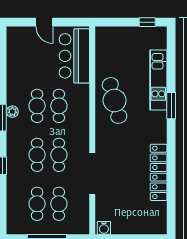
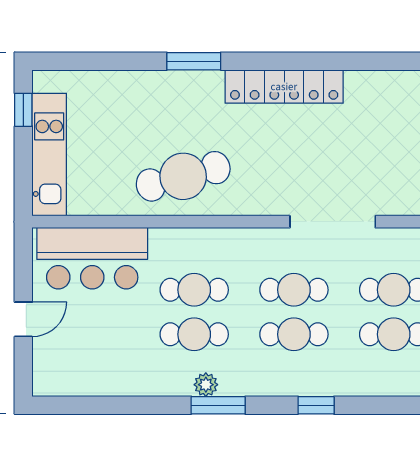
kitchen unit: (158, 80) -> (49, 155), moved, turned -90
locker: (159, 172) -> (284, 87), moved

